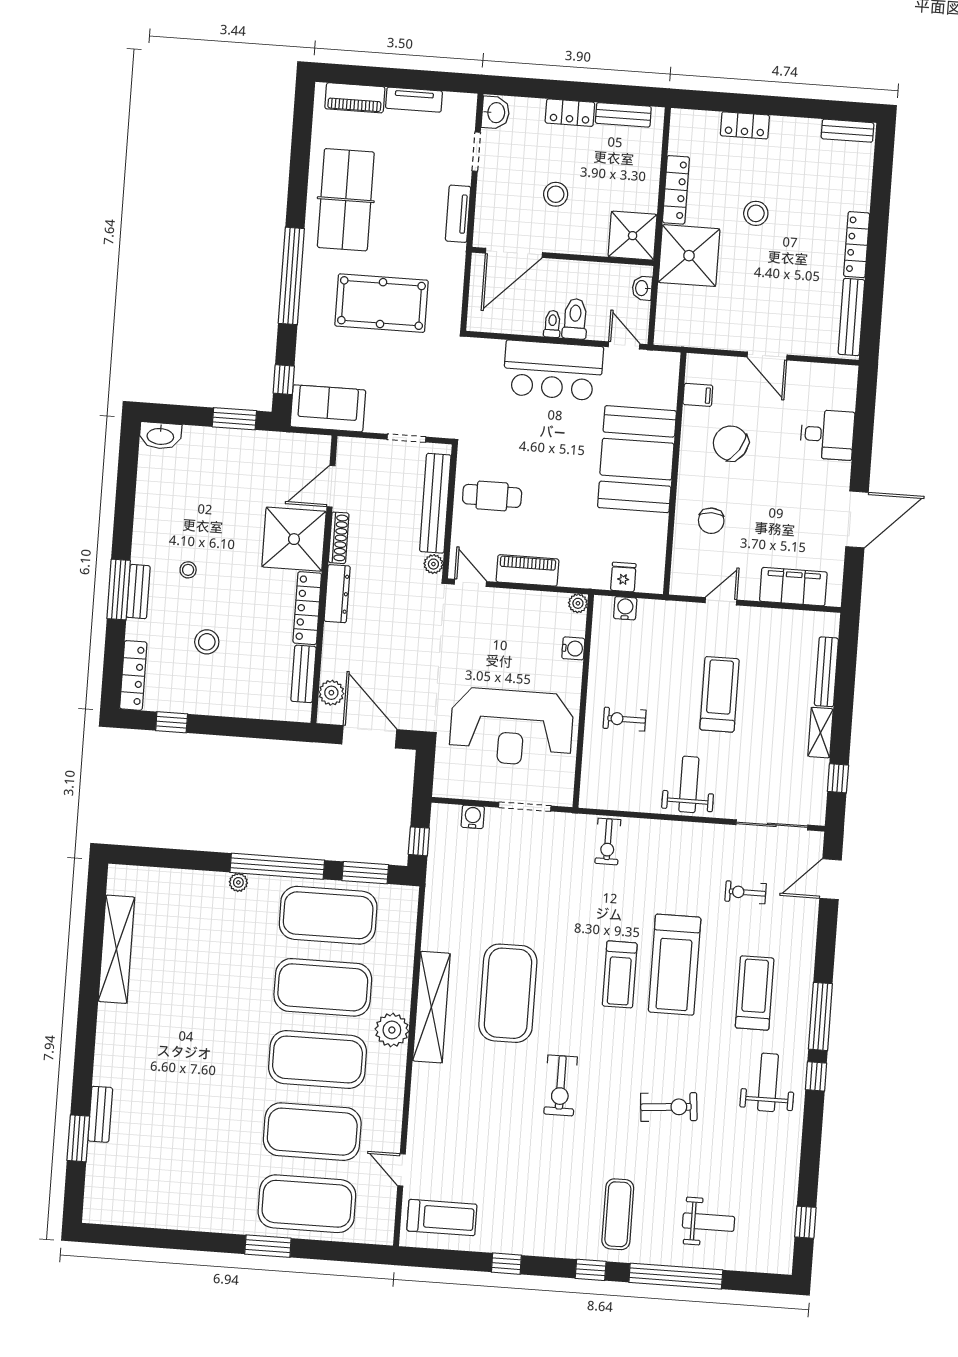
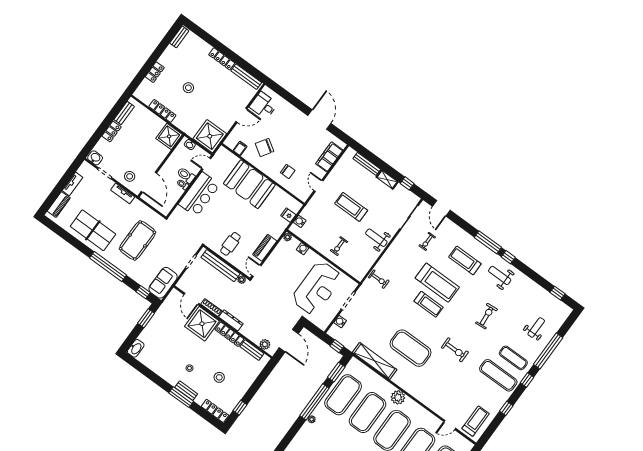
stool: (556, 194) -> (130, 176), moved
shower: (689, 256) -> (210, 136), moved
desk: (827, 435) -> (264, 105), moved, turned -90
door: (470, 583) -> (257, 271), hinge flipped
door: (369, 737) -> (289, 341), swing flipped
shelving: (431, 1007) -> (375, 361), moved
exercise mat: (563, 1206) -> (498, 375), added

